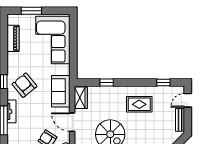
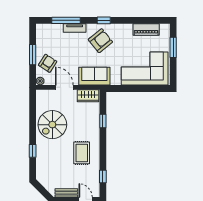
door: (72, 122) -> (64, 87), hinge flipped

